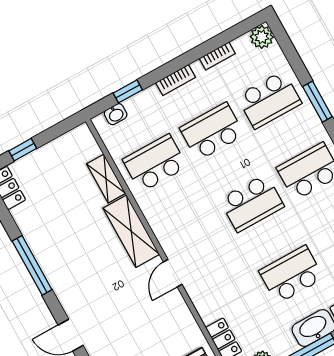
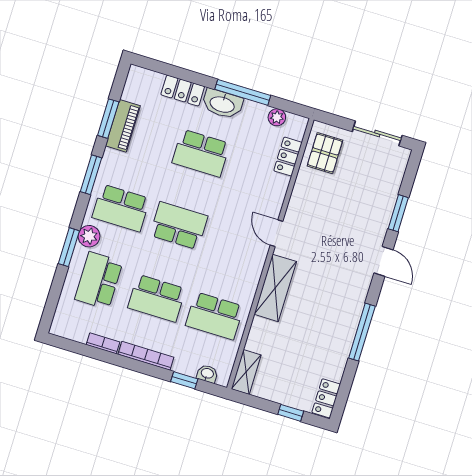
plant: (262, 37) -> (89, 236), moved
bookcase: (176, 80) -> (146, 356), width x1.56
school desk: (269, 100) -> (99, 281), turned -90
shelving: (106, 179) -> (246, 372), moved
door: (173, 273) -> (277, 233), swing flipped

